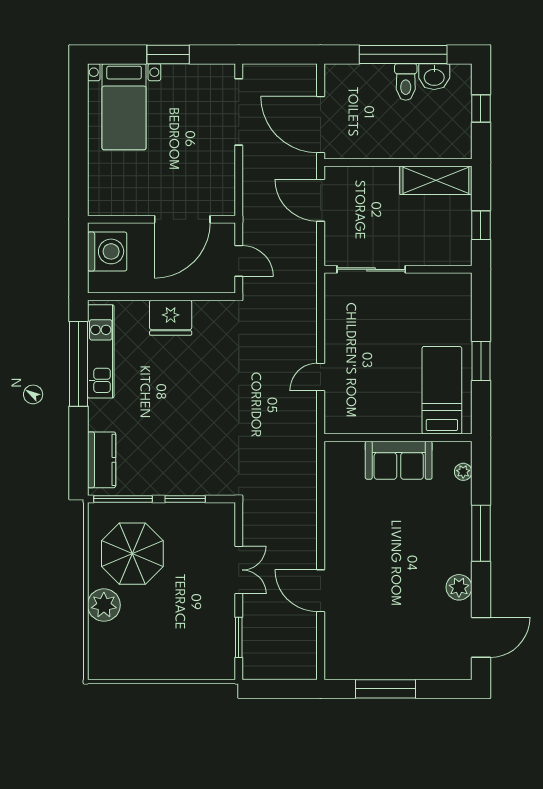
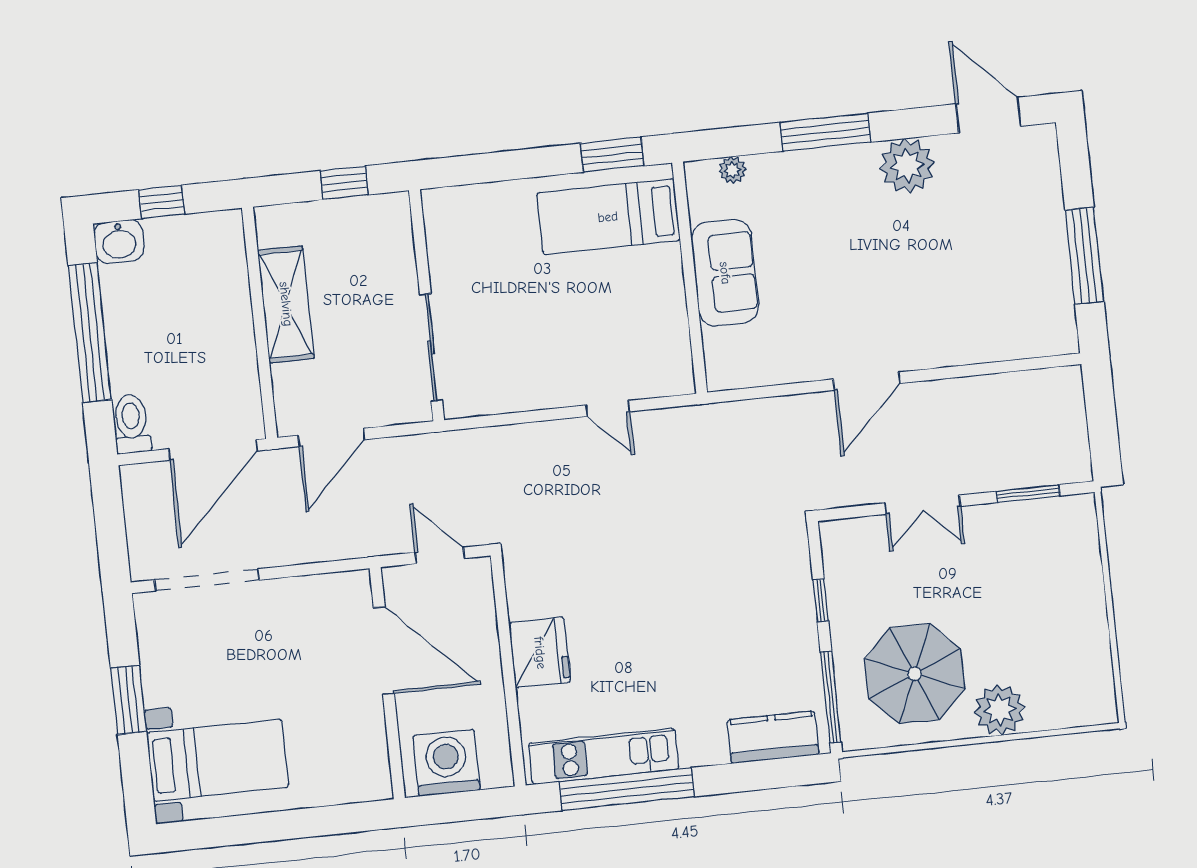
washbasin: (434, 77) -> (119, 241), moved, turned 90
toilet: (406, 82) -> (132, 424), moved, turned -90
shelving: (436, 180) -> (286, 304), moved
door: (239, 261) -> (440, 555), hinge flipped
window: (481, 361) -> (612, 155), moved
window: (185, 499) -> (821, 600), width x0.67
double door: (239, 570) -> (923, 505), swing flipped
plant: (459, 587) -> (907, 166), width x1.36, depth x1.36
door: (321, 591) -> (867, 381), moved

